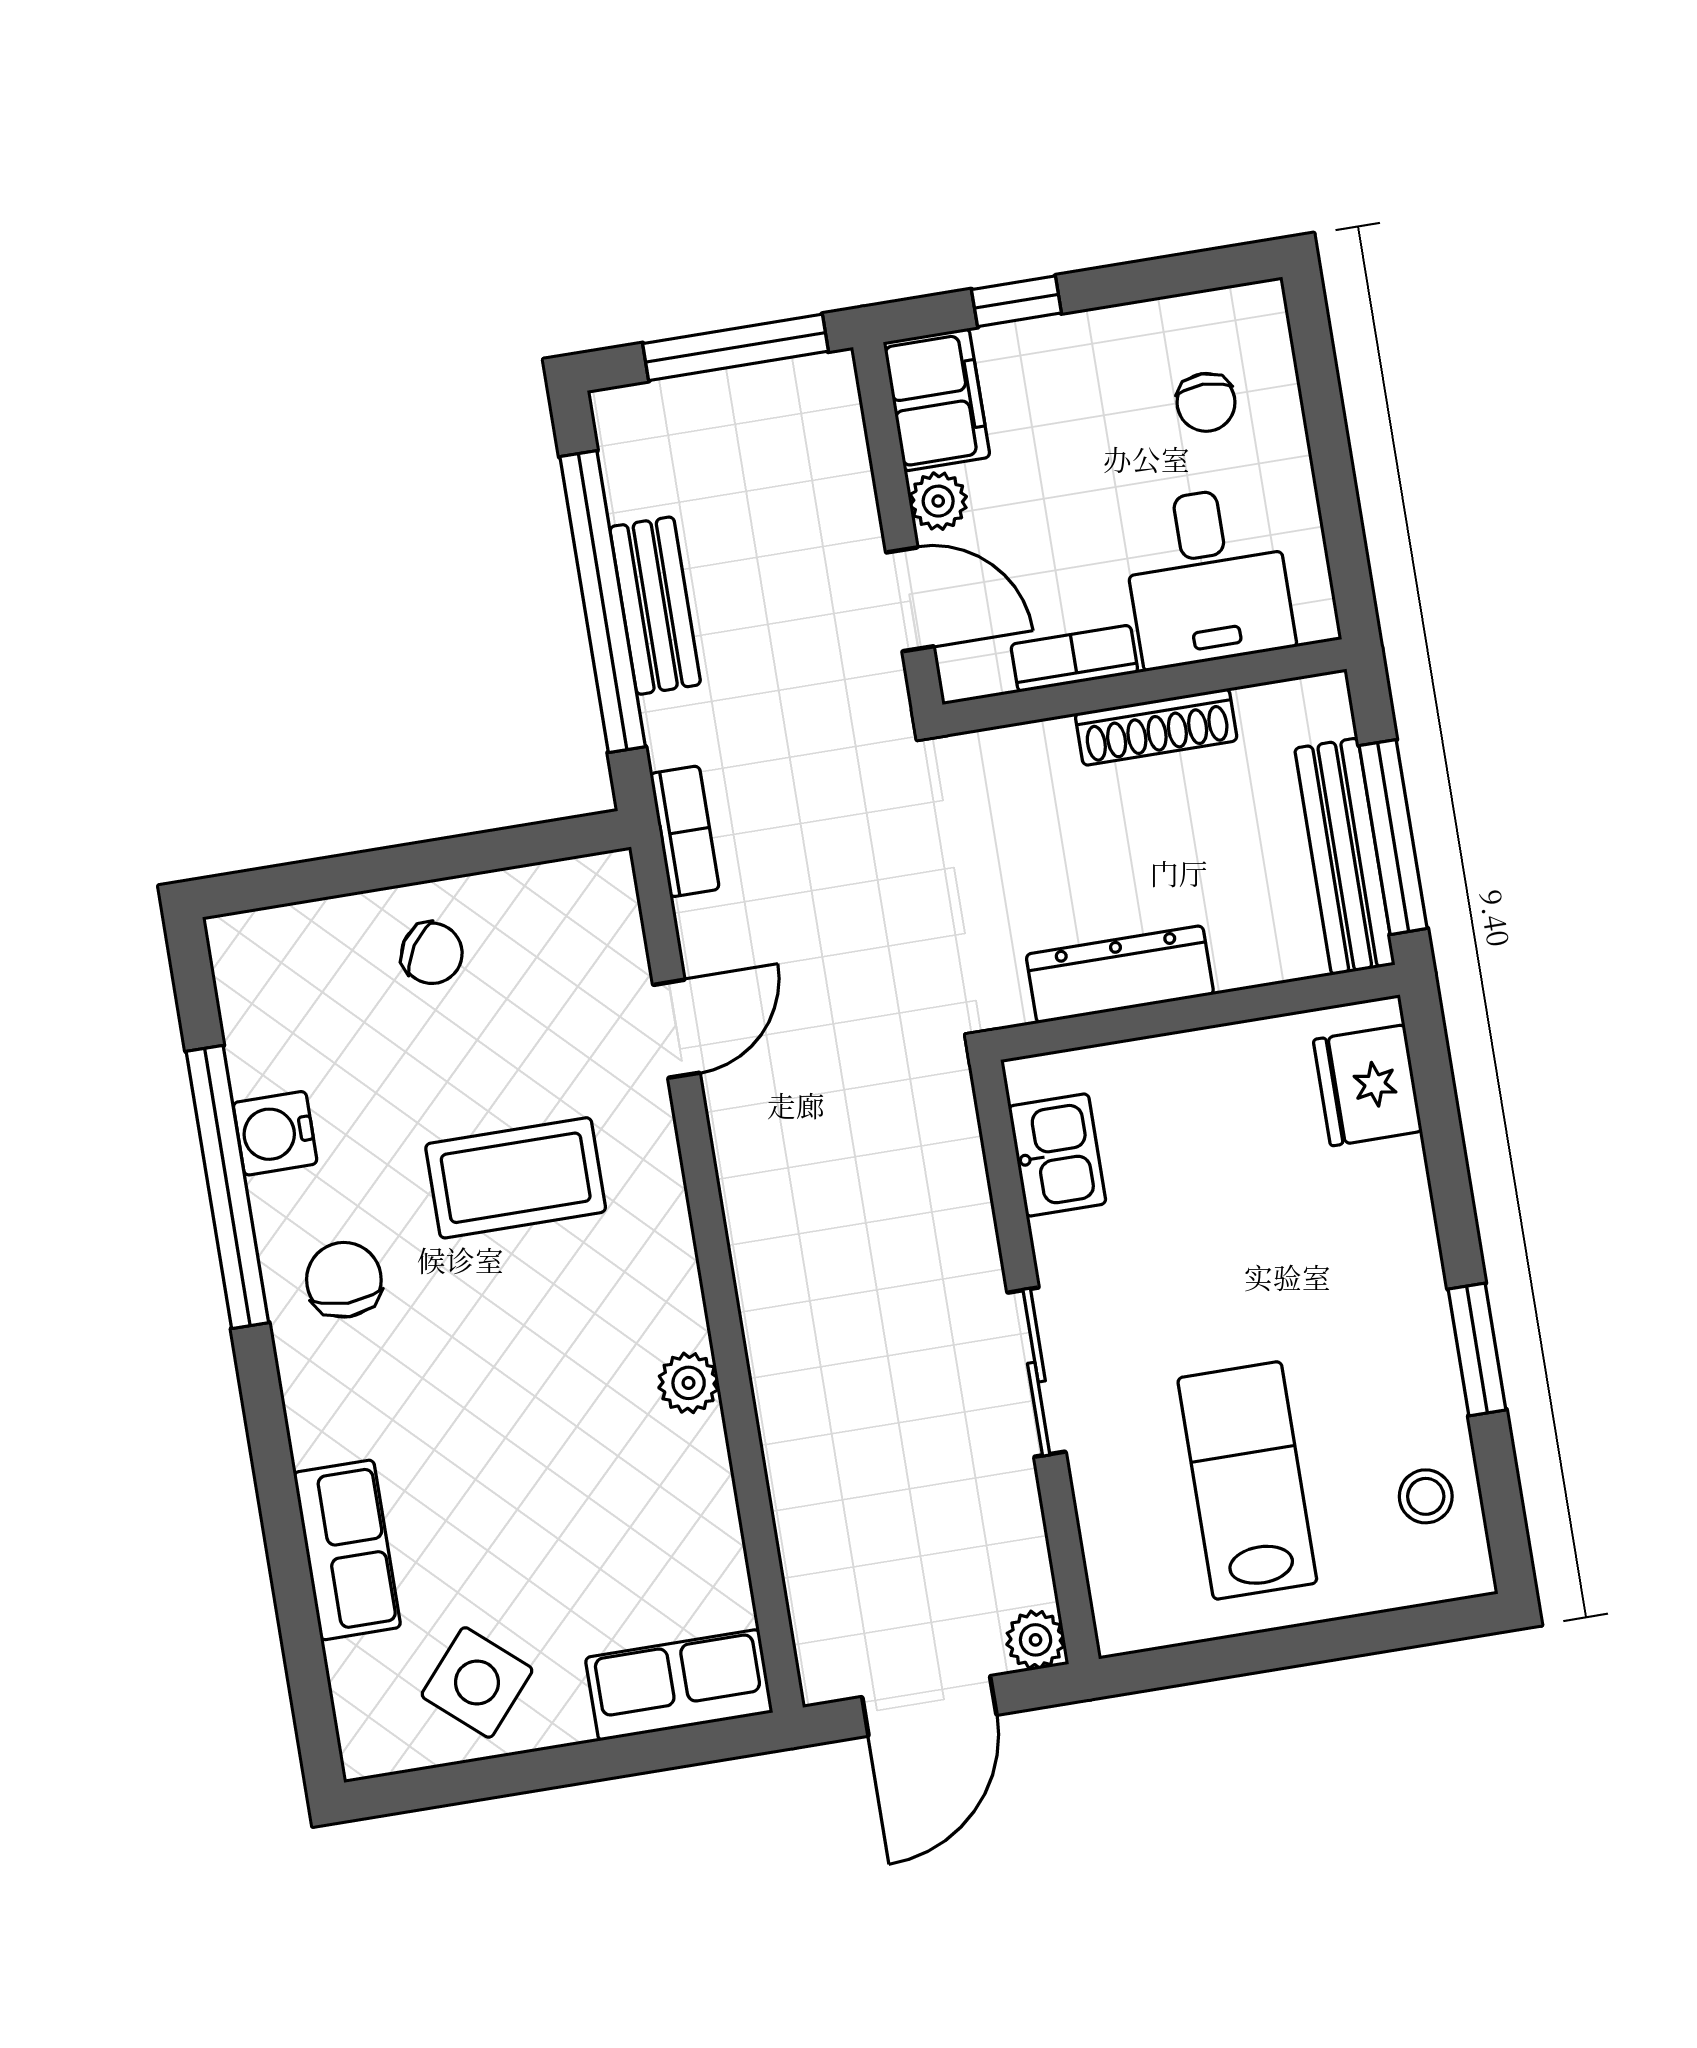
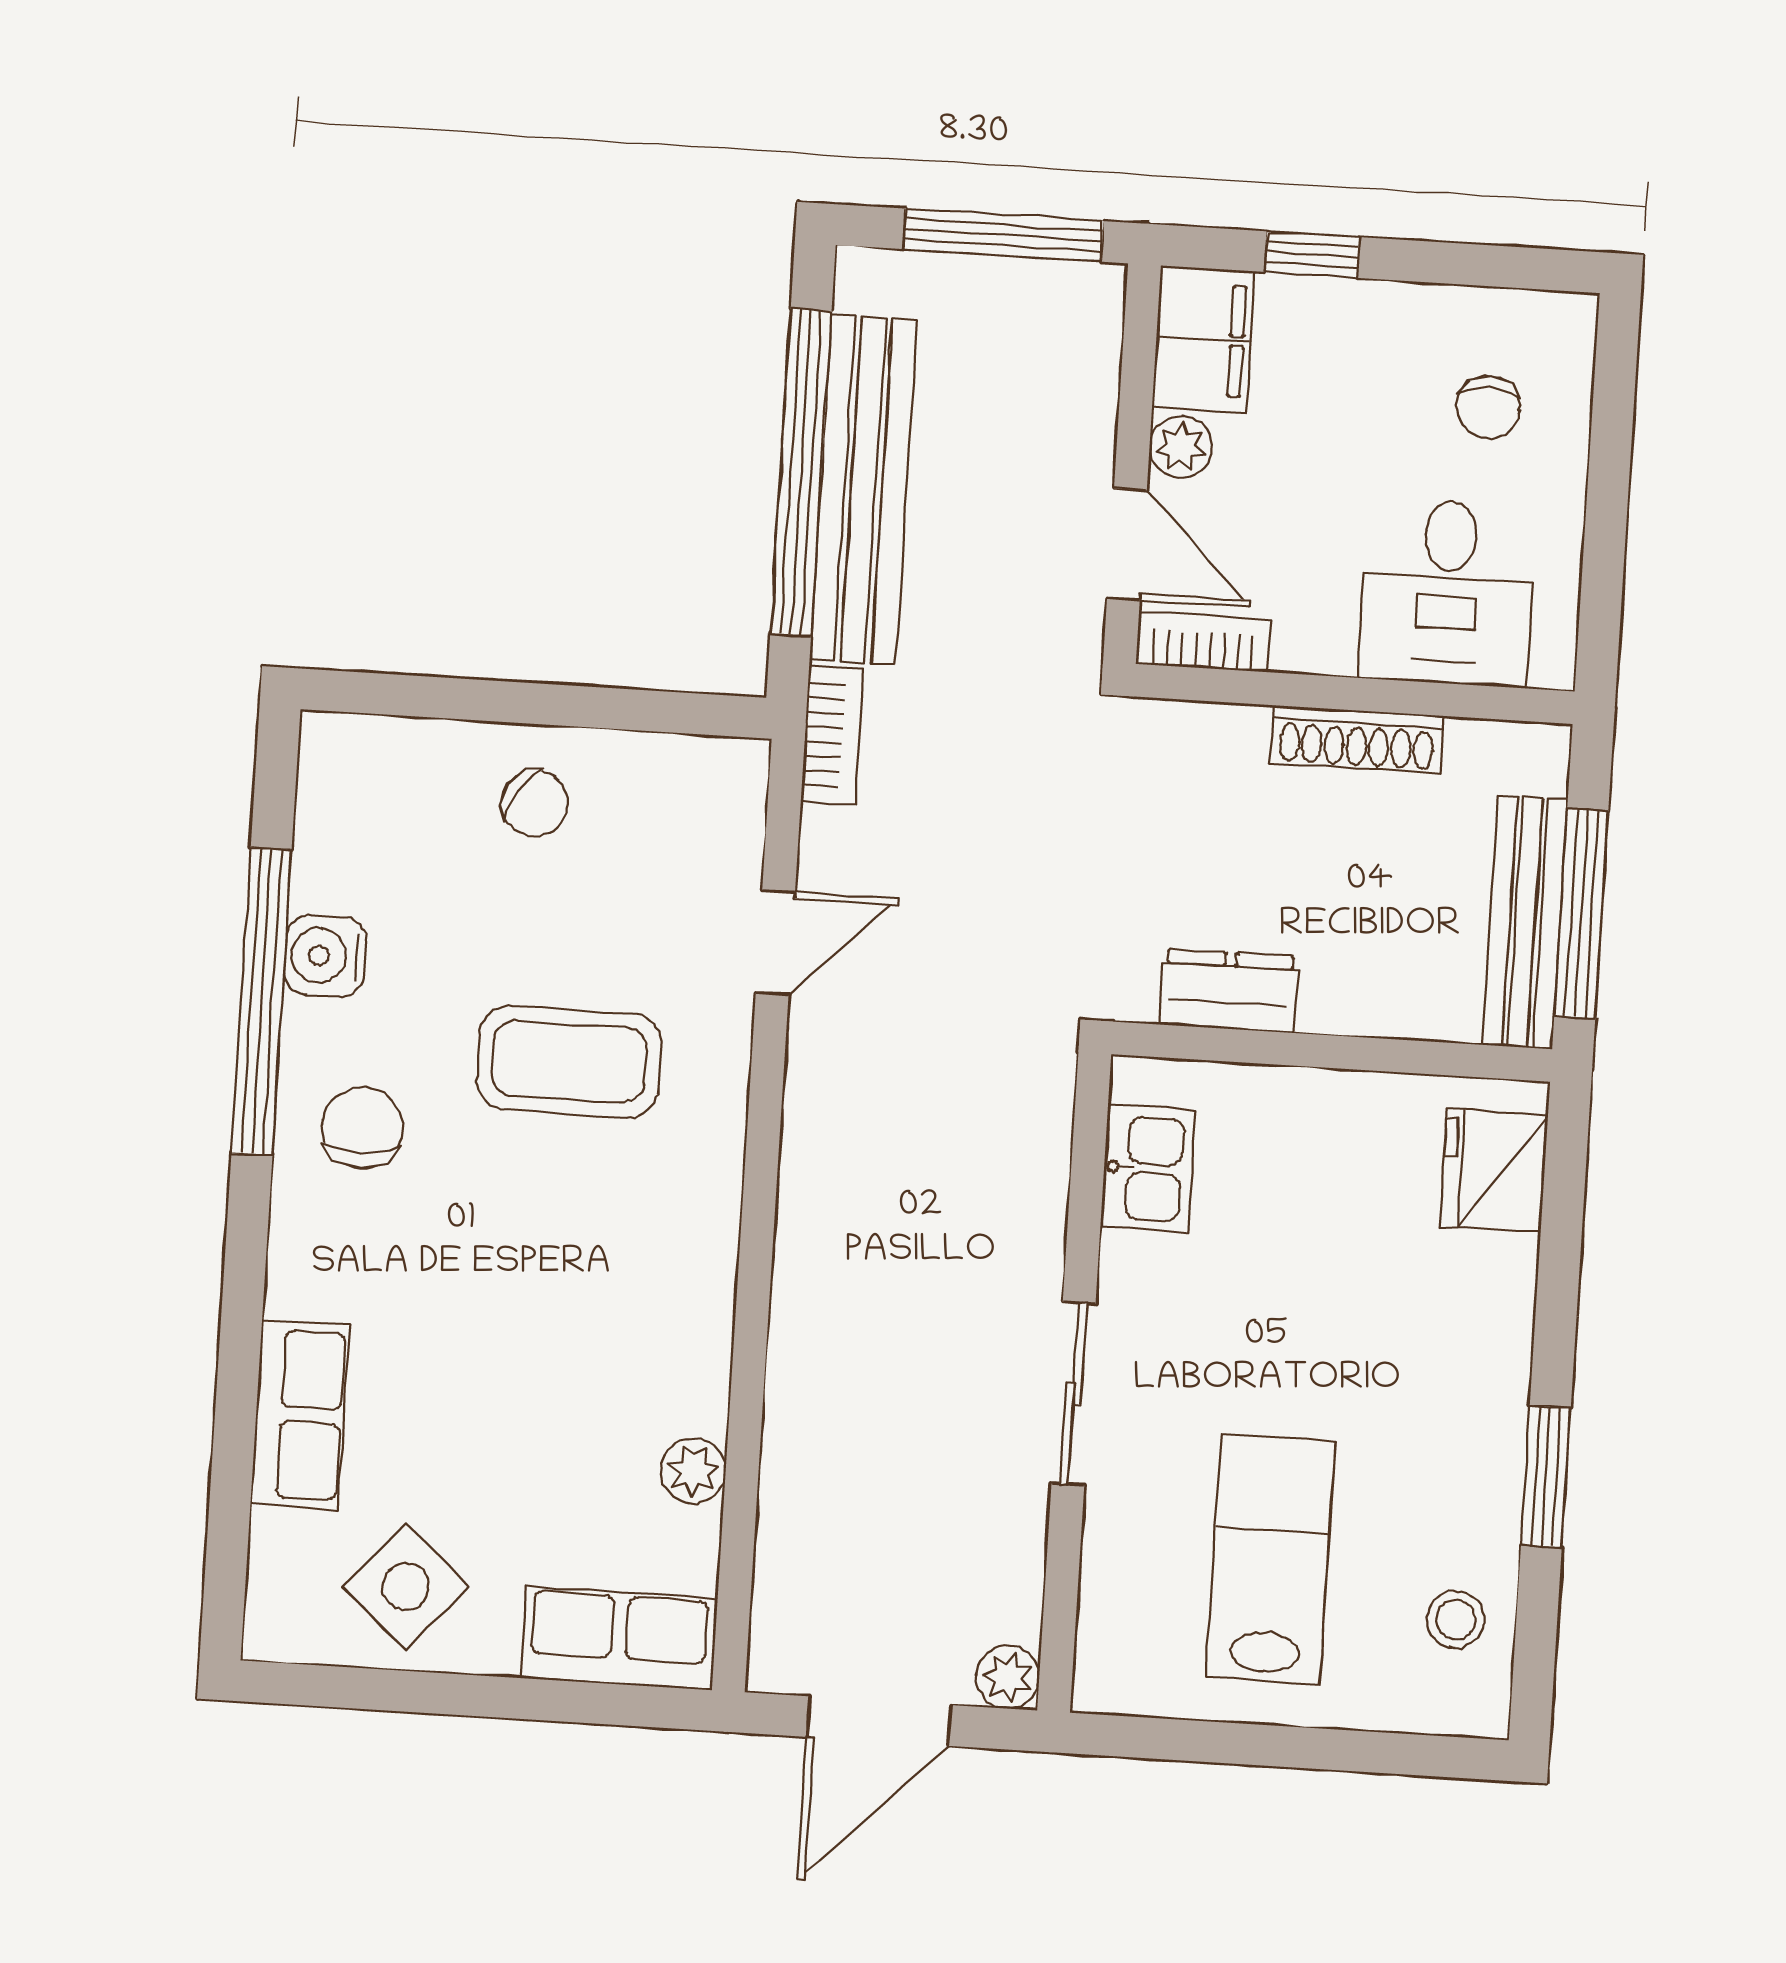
bench: (655, 606) -> (863, 490), width x1.86, depth x1.21
bookcase: (1074, 658) -> (1203, 642), moved
dresser: (1120, 974) -> (1229, 991), width x0.70
plant: (689, 1383) -> (693, 1471), moved

